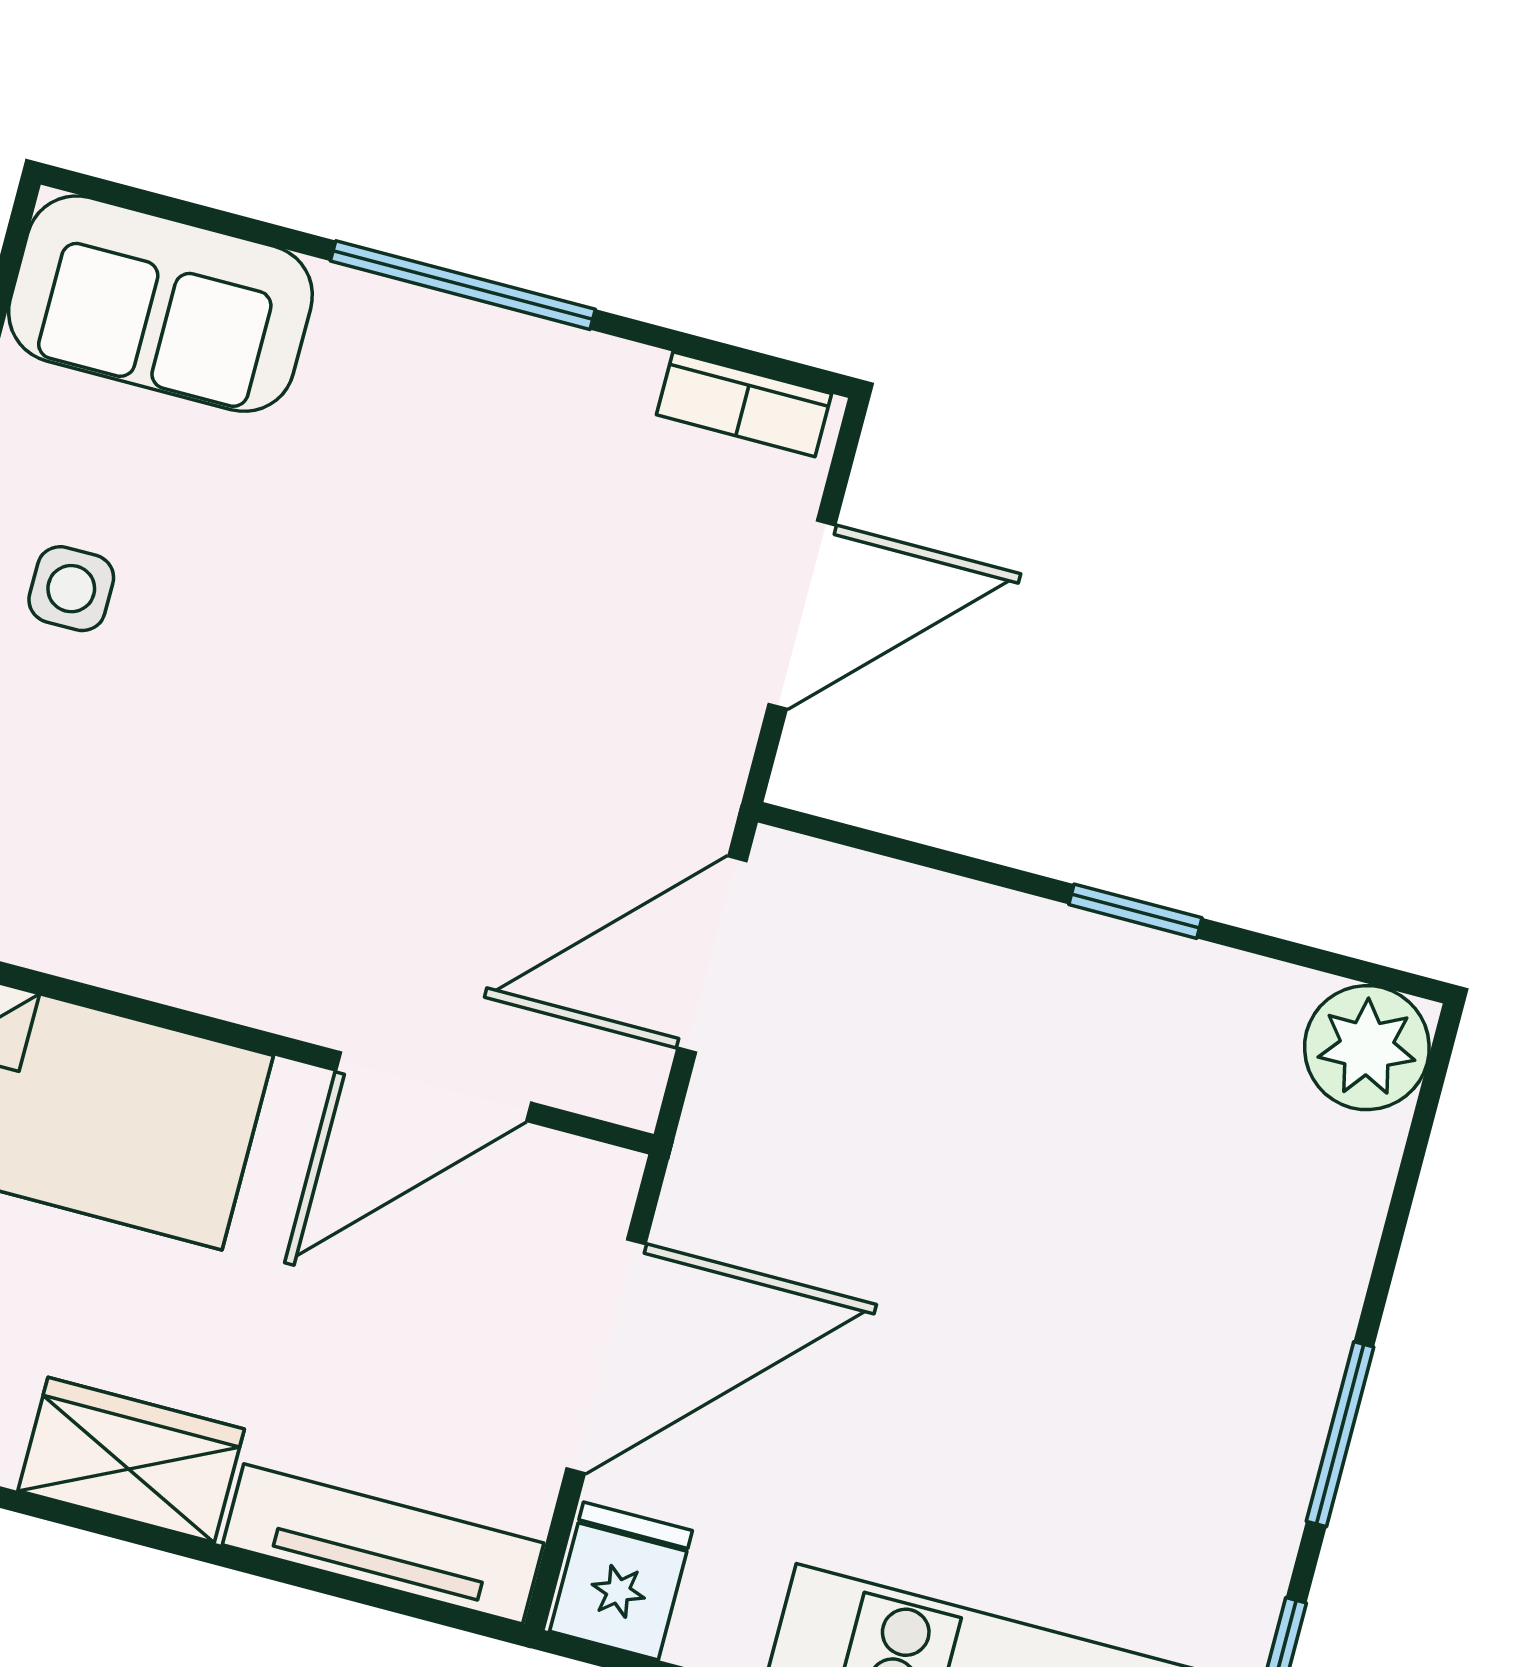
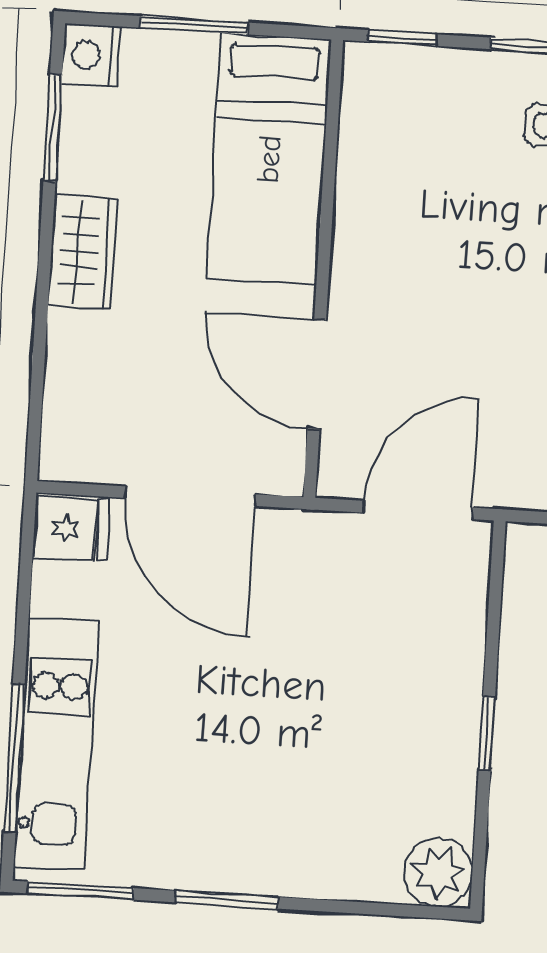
door: (712, 955) -> (418, 510), hinge flipped
tv unit: (383, 1544) -> (65, 396), removed

